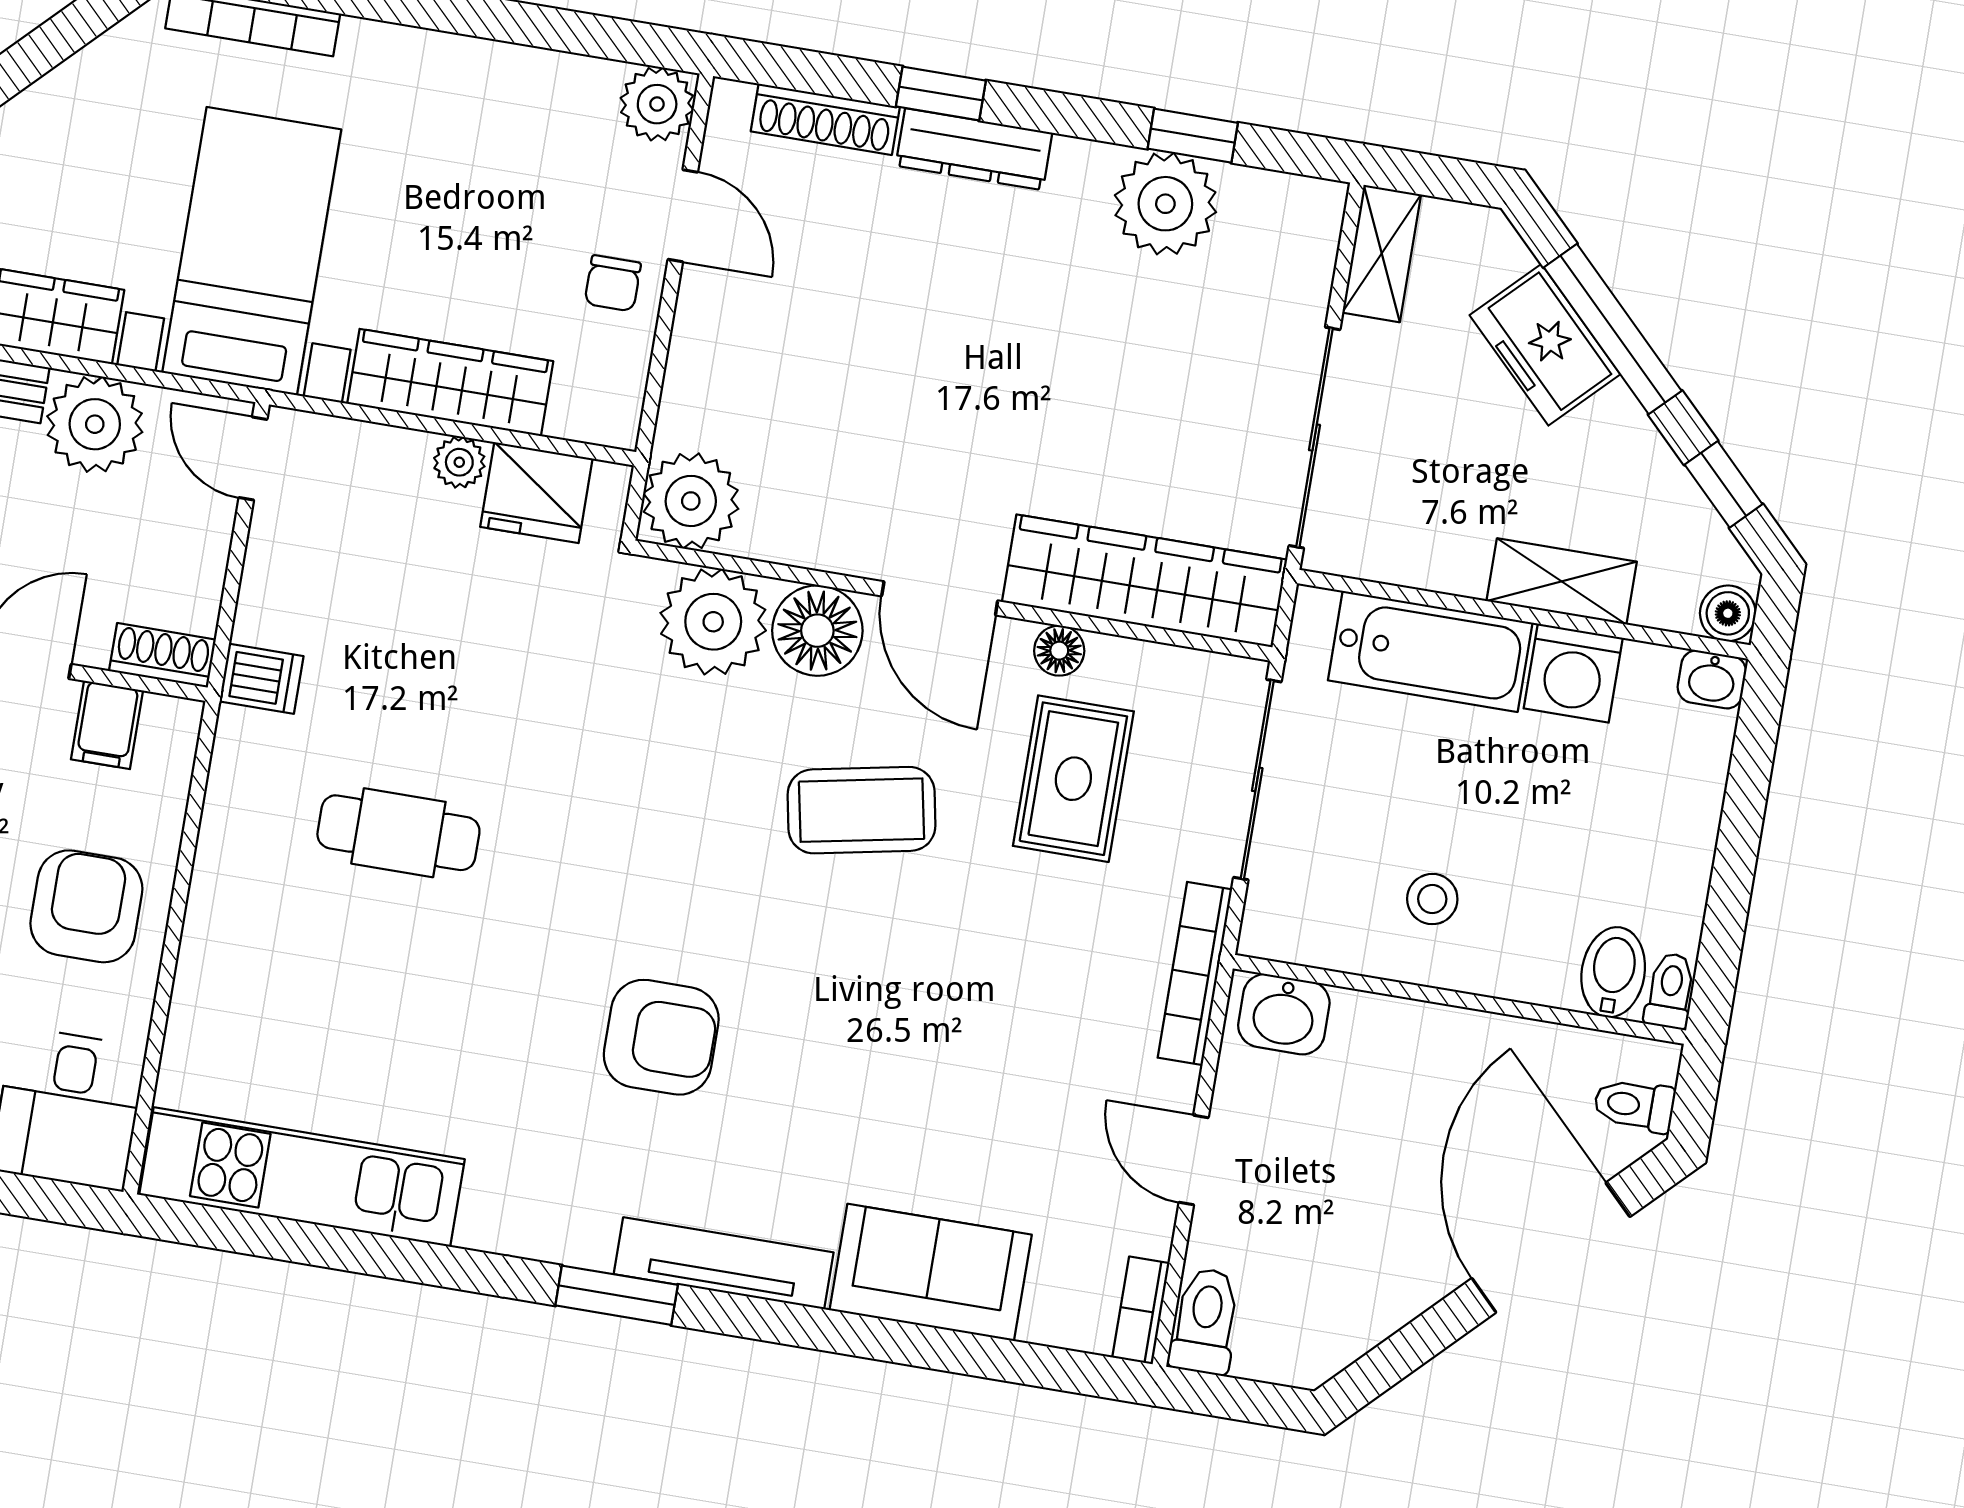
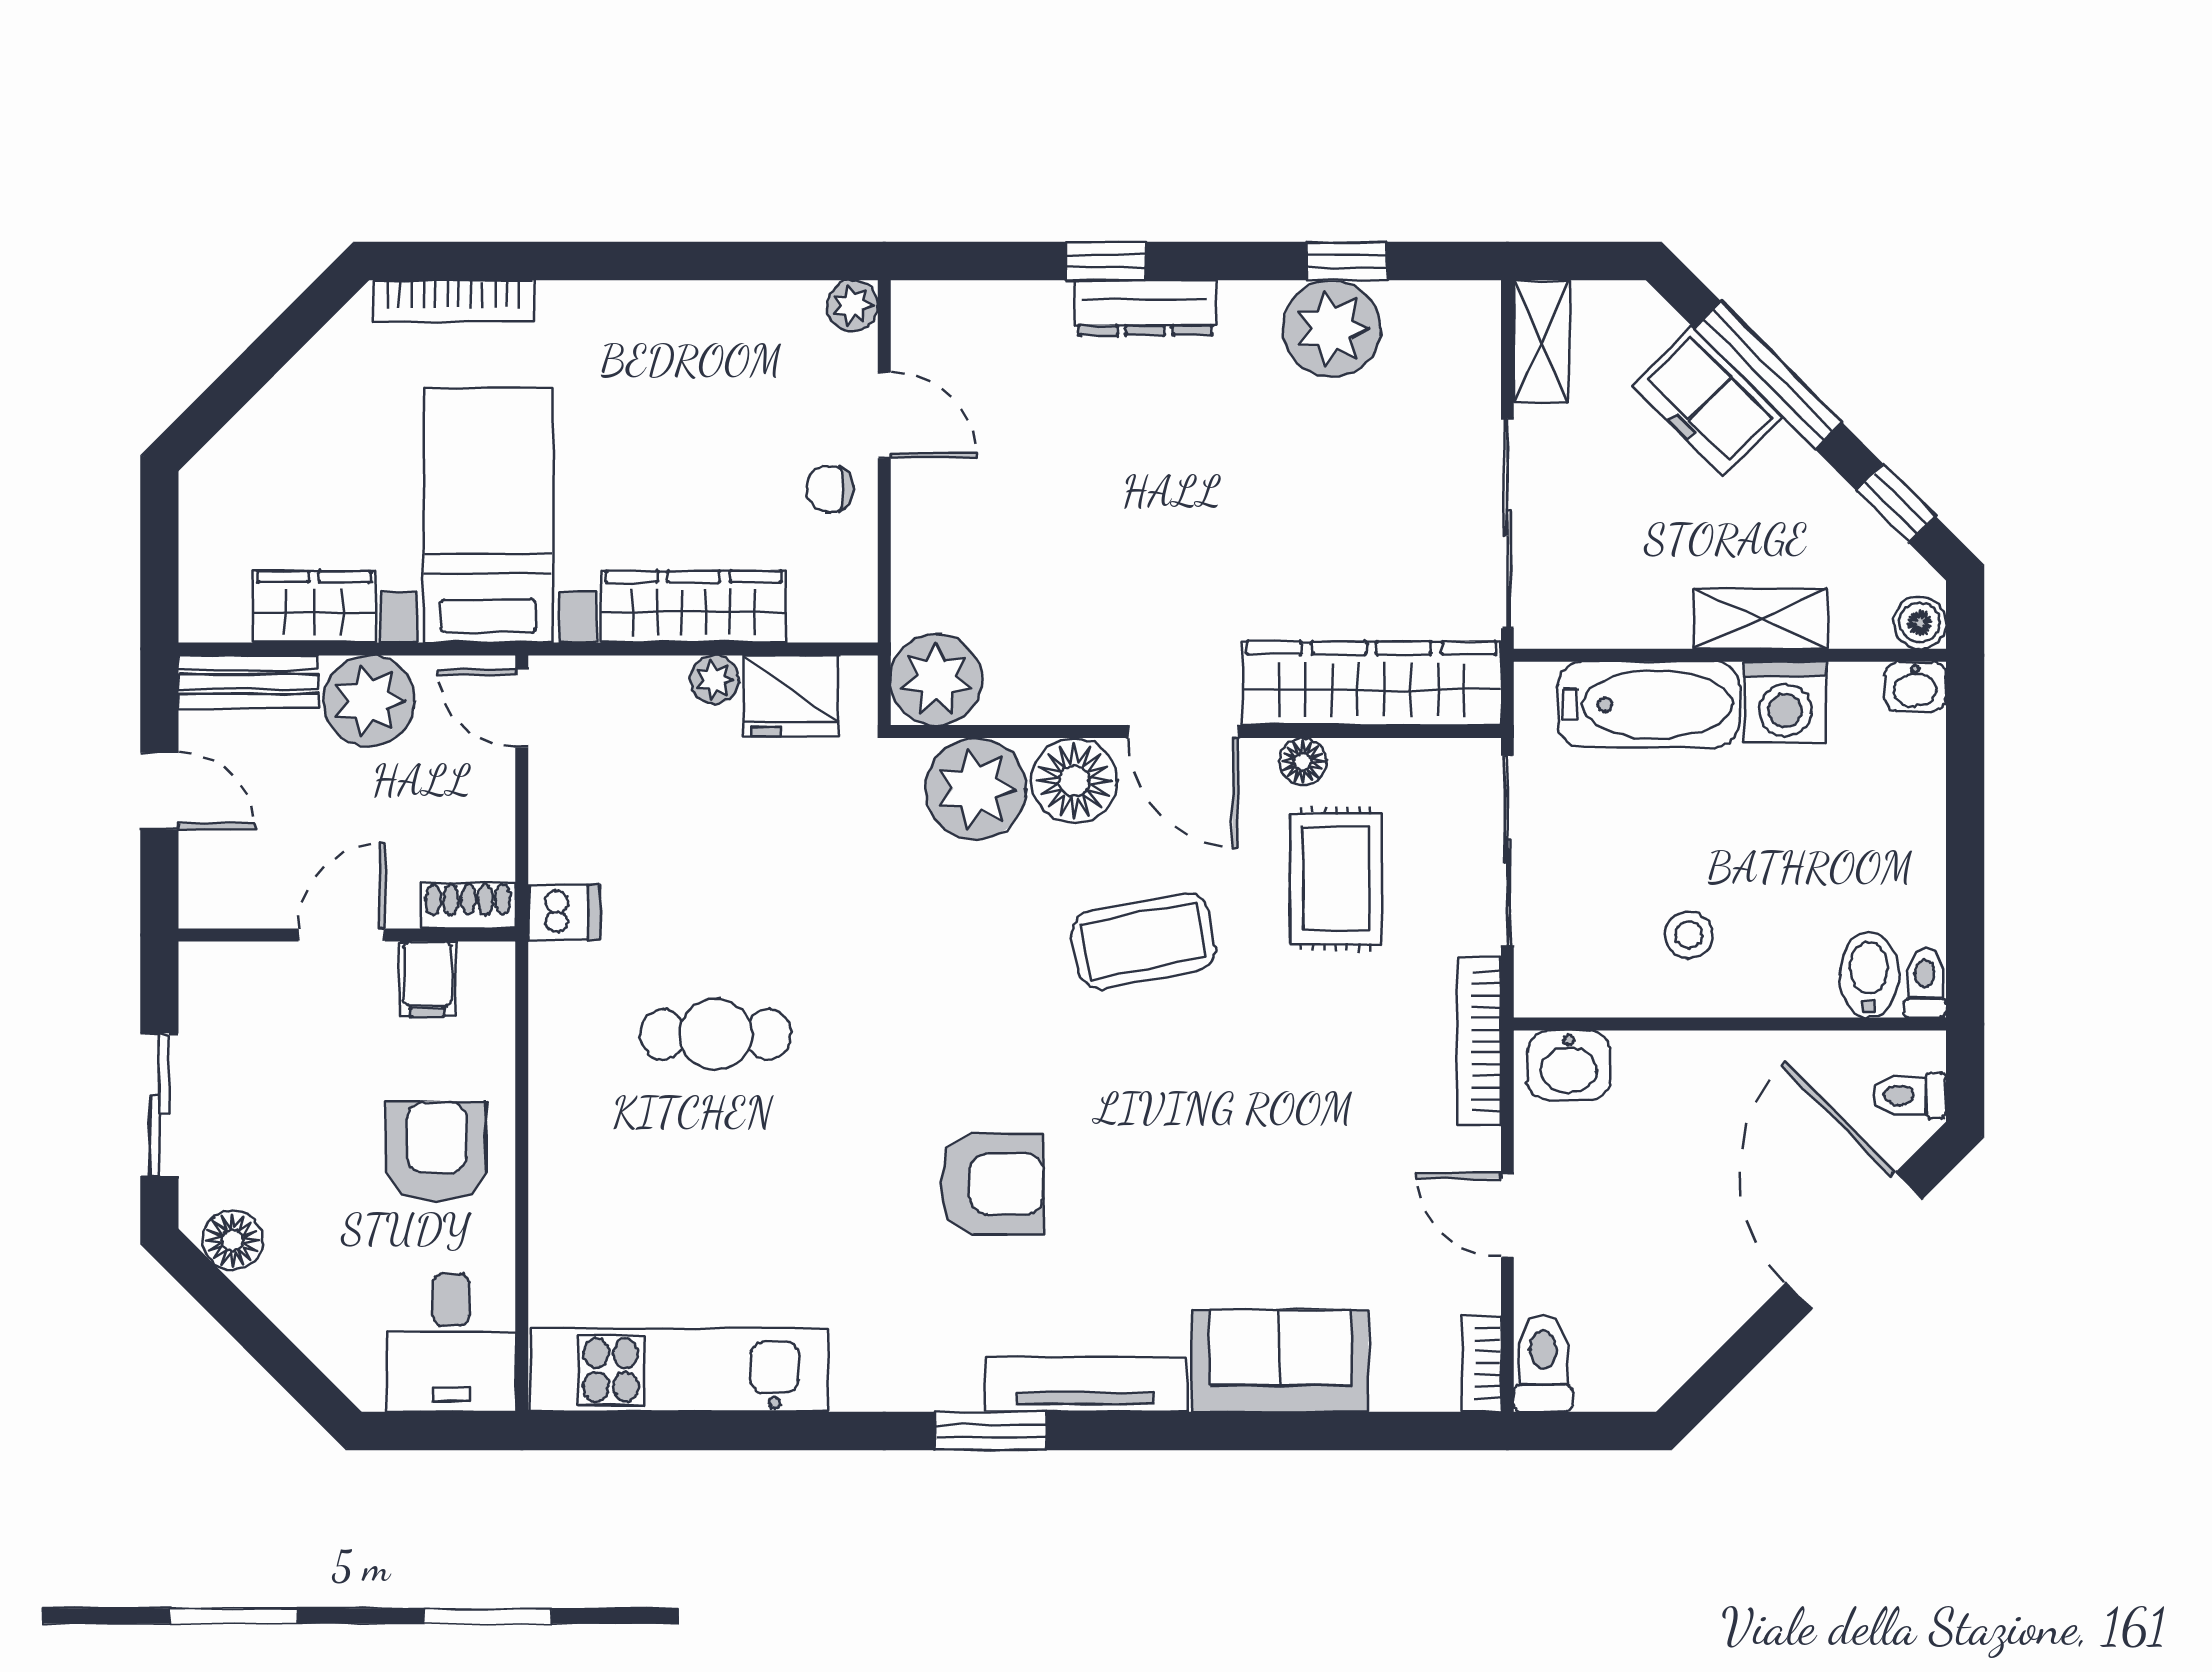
plant: (657, 104) -> (852, 306), width x0.73, depth x0.73
shoe rack: (825, 119) -> (1002, 303), removed
chair: (613, 283) -> (830, 489), turned 90

